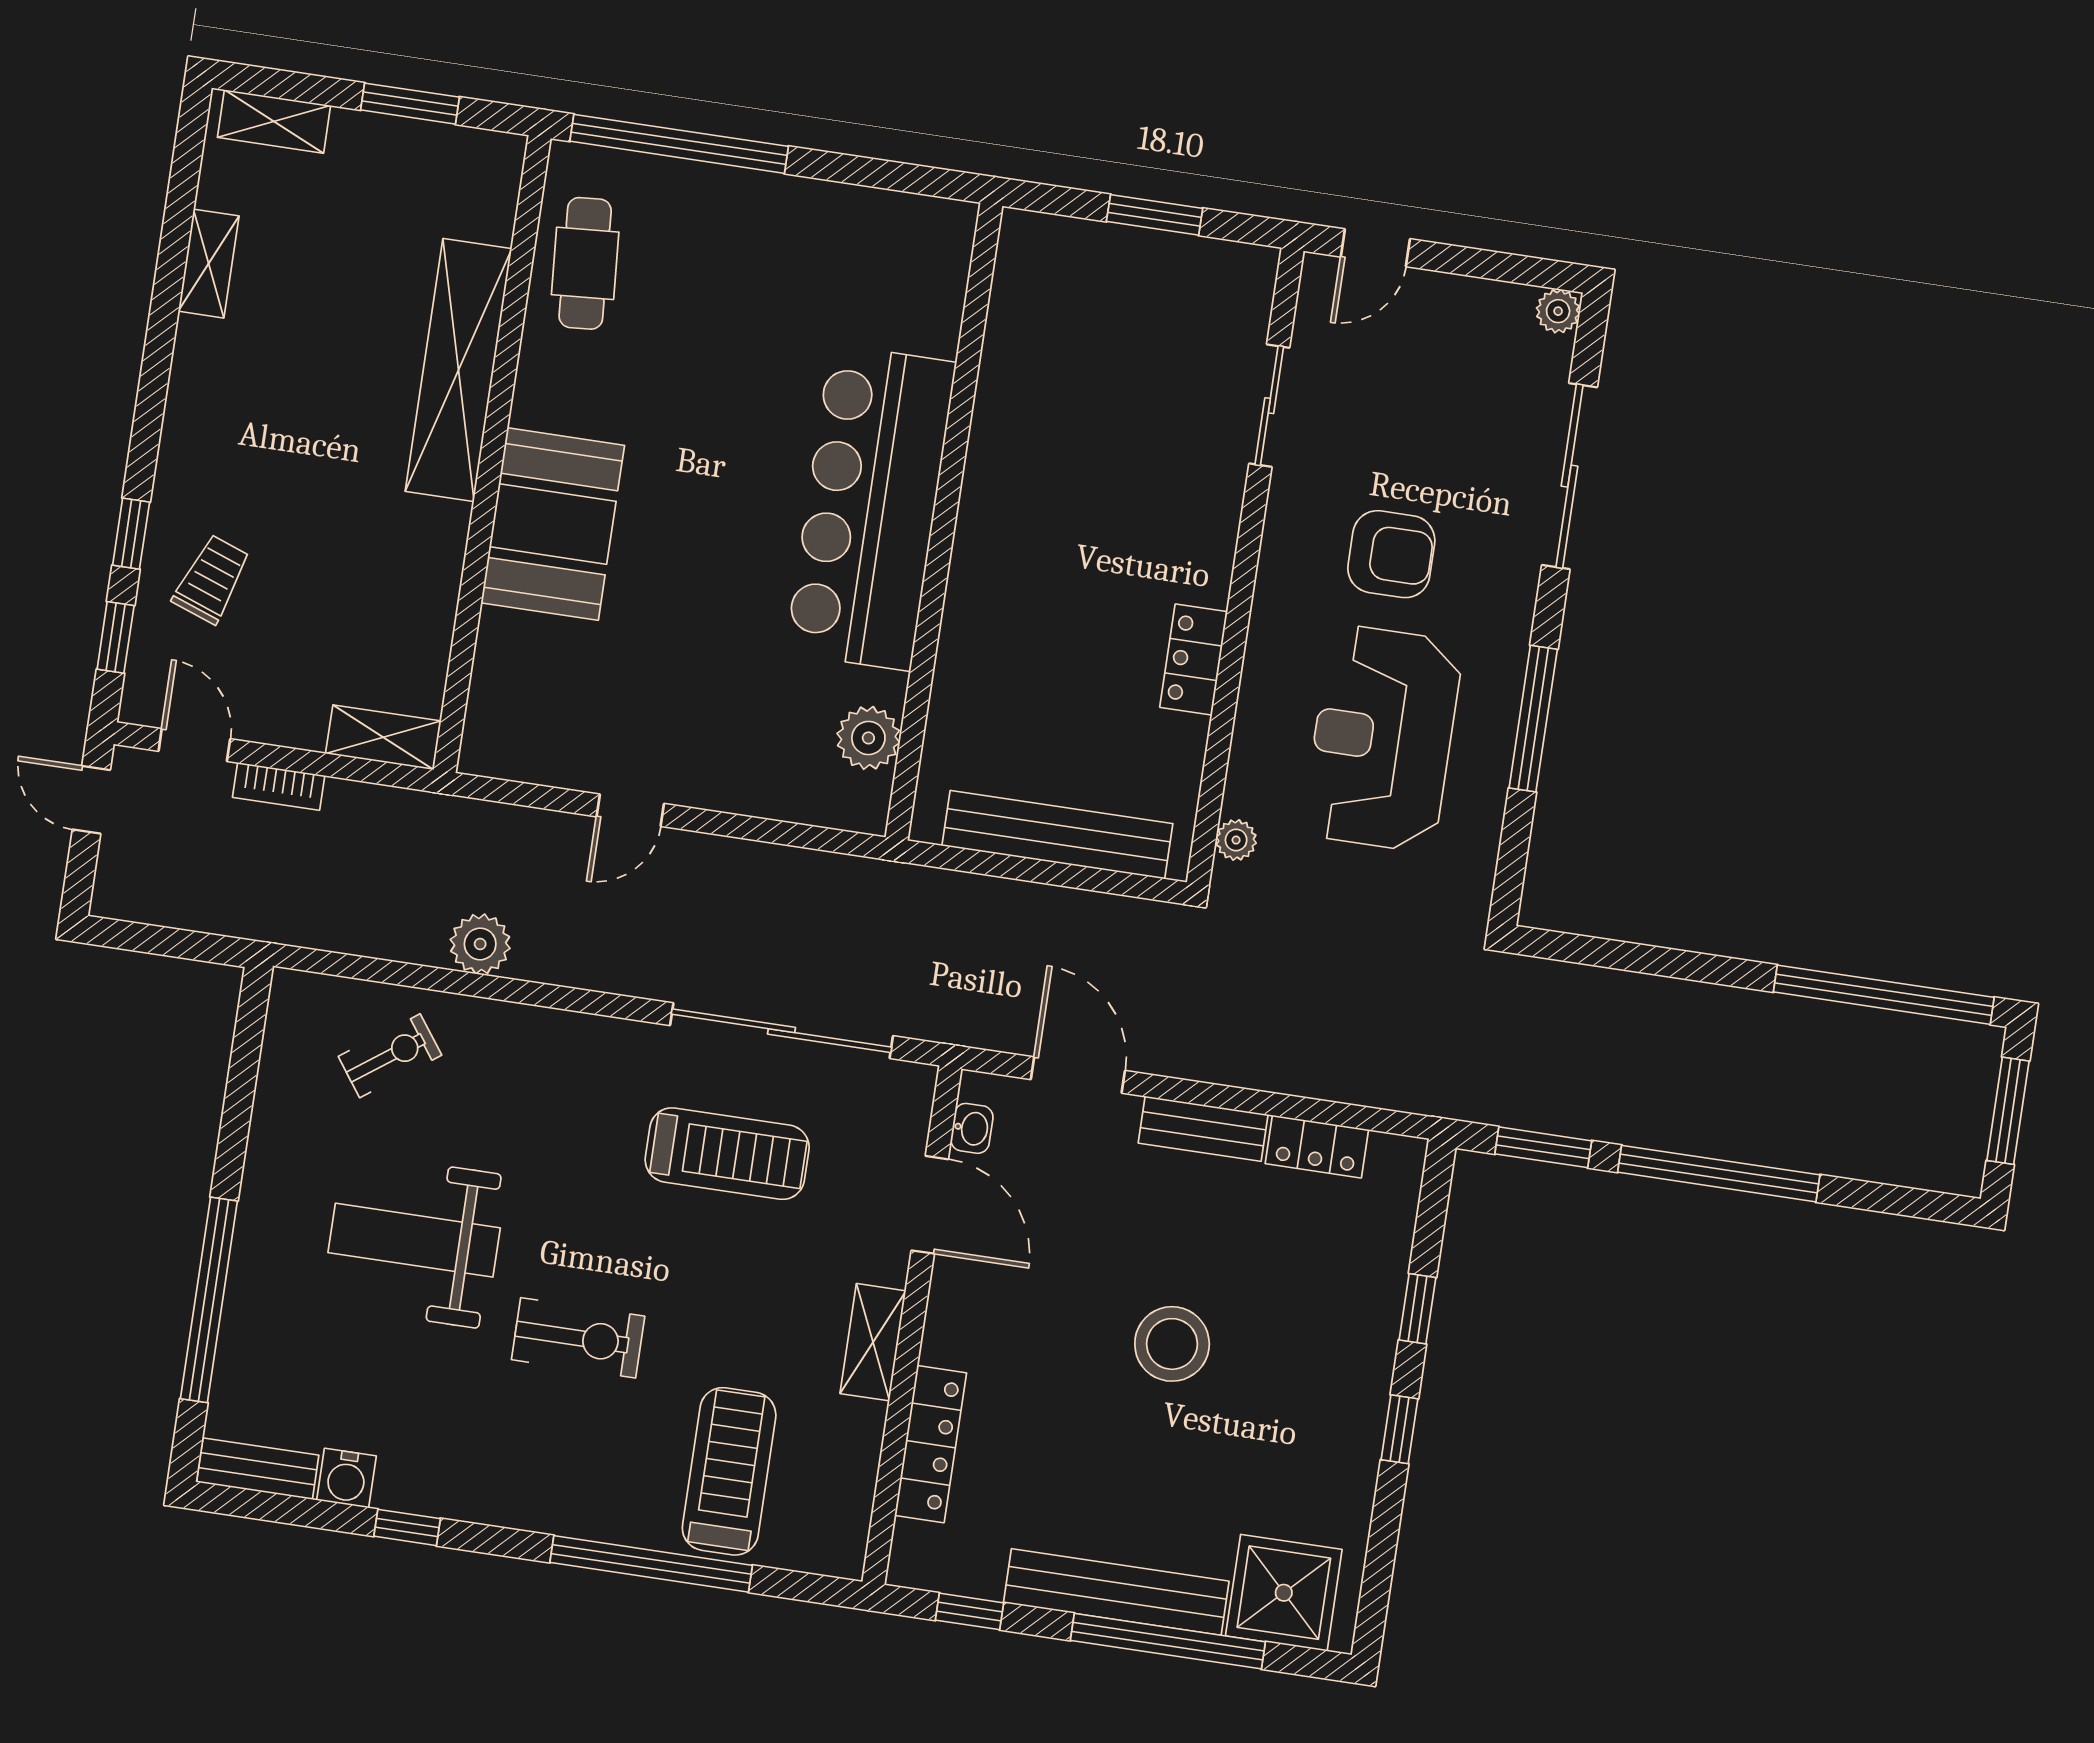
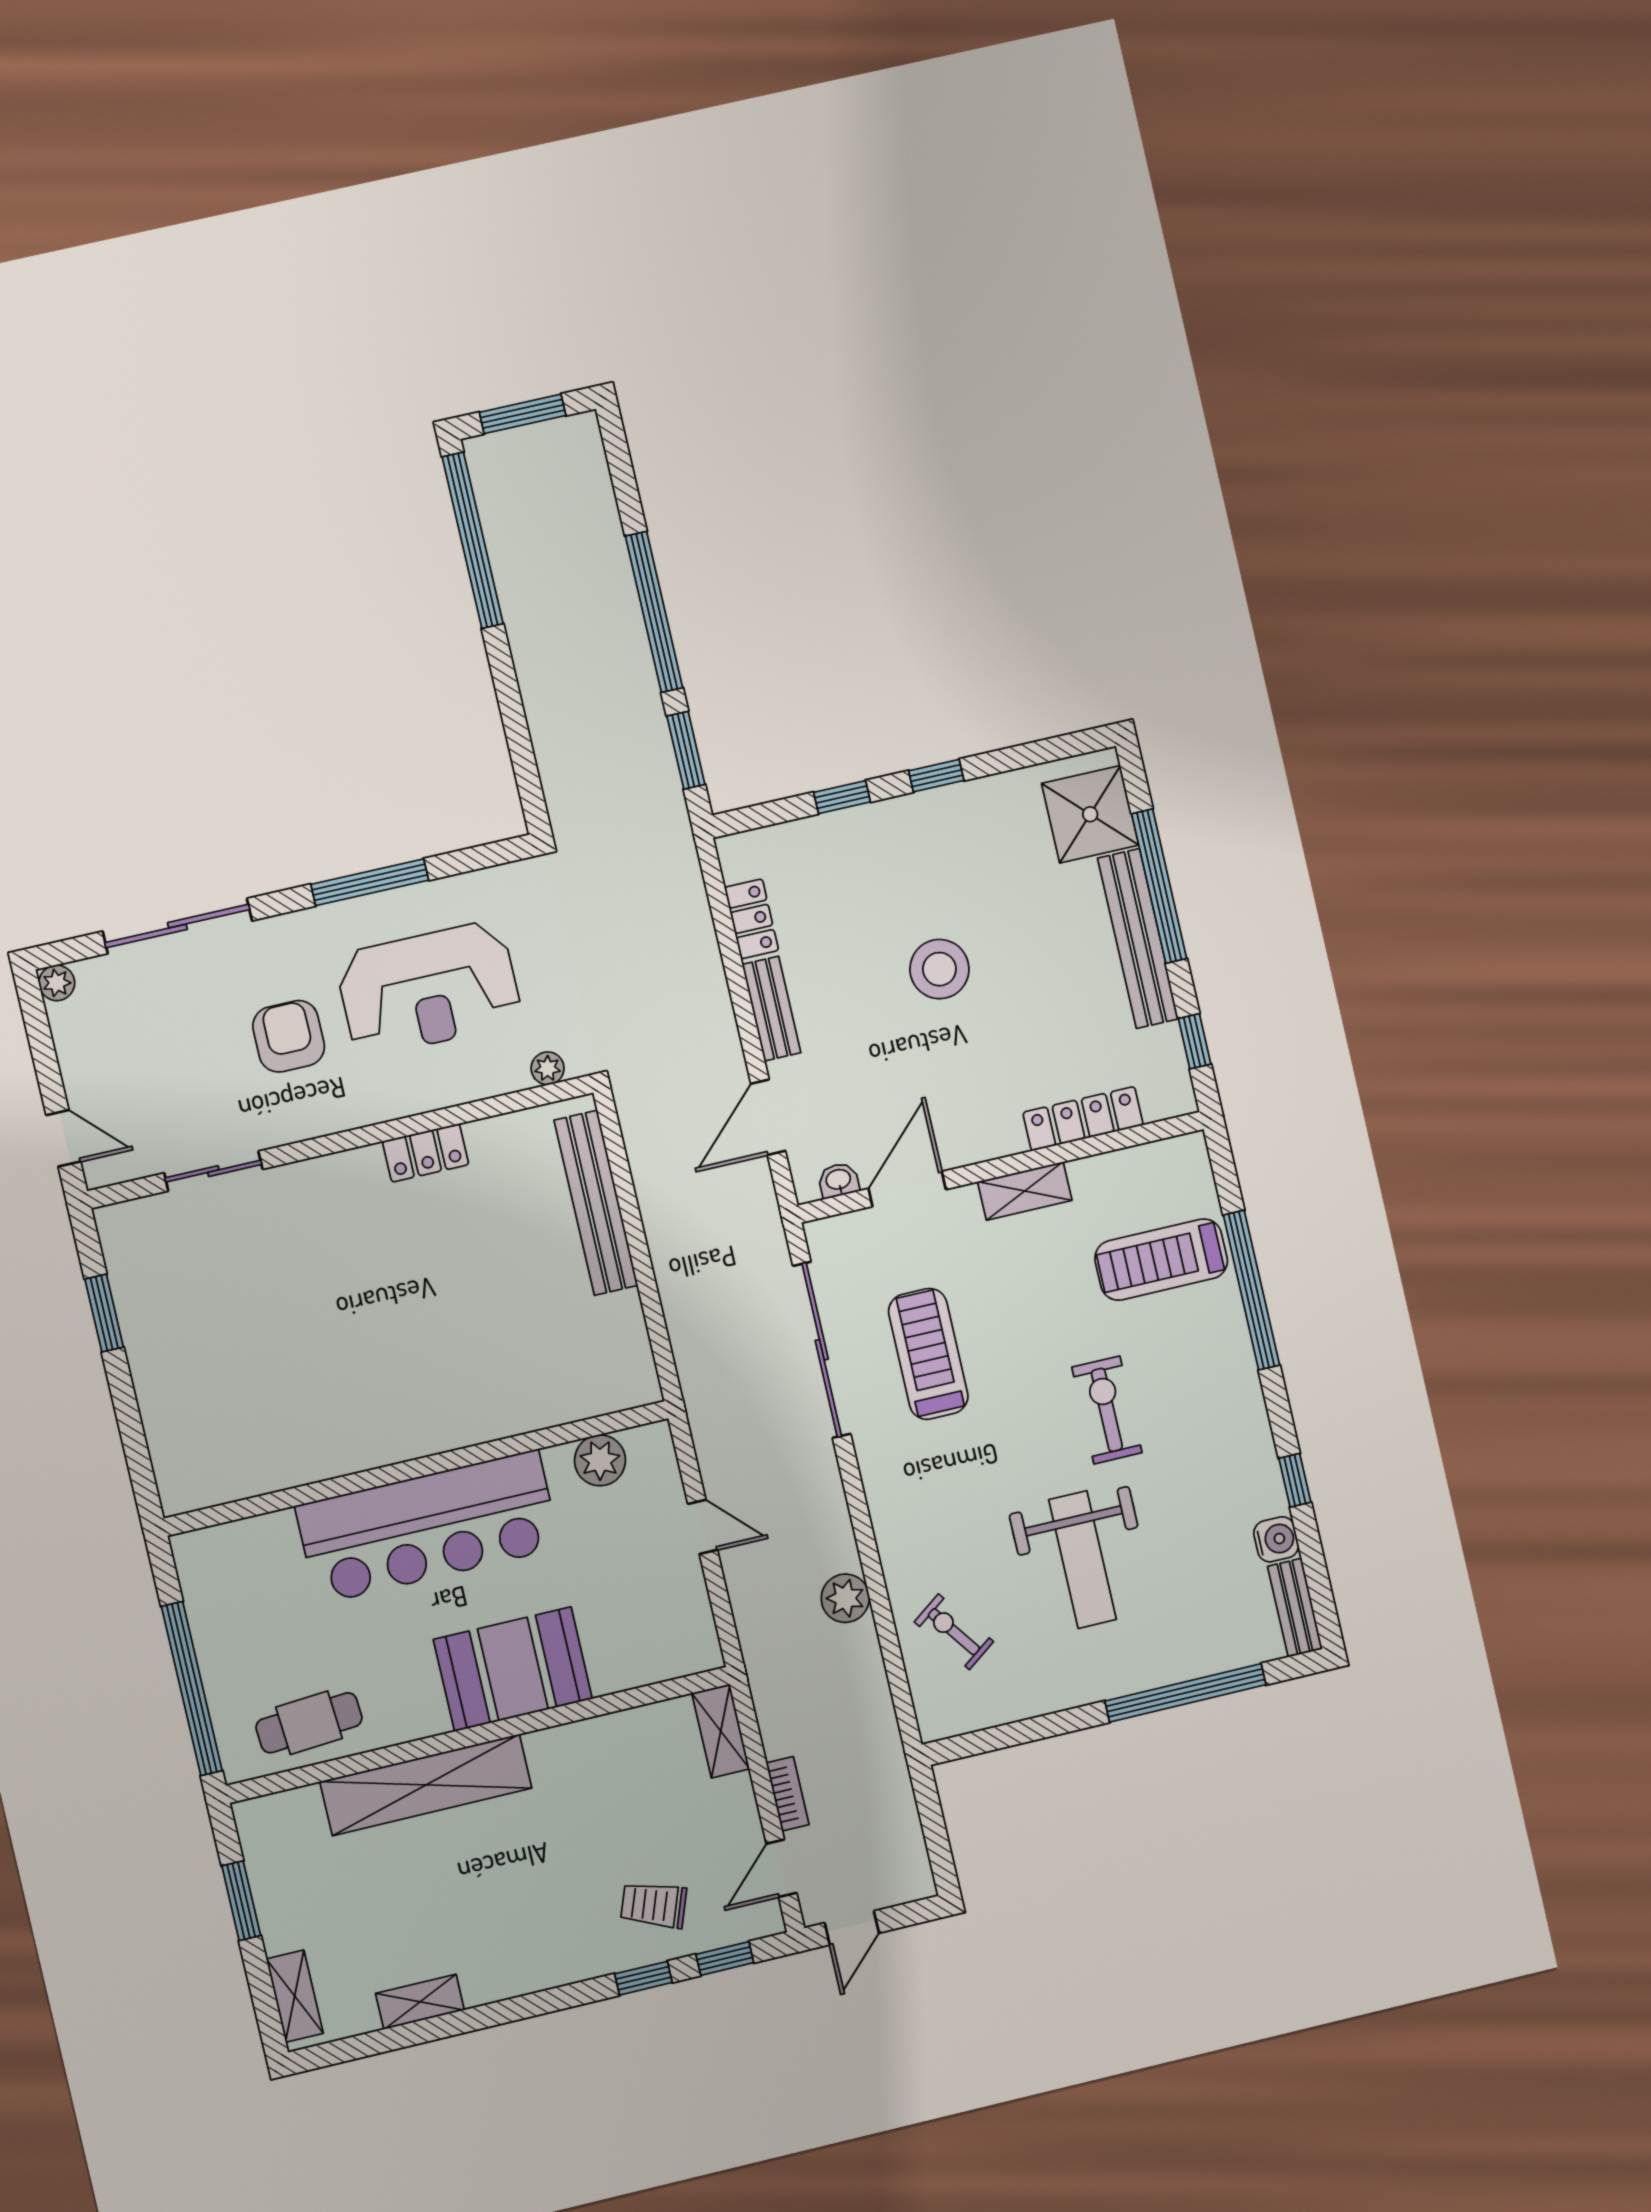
bar counter: (871, 507) -> (428, 1527), moved
wall: (944, 522) -> (417, 1468), moved
plant: (868, 738) -> (600, 1460), moved

